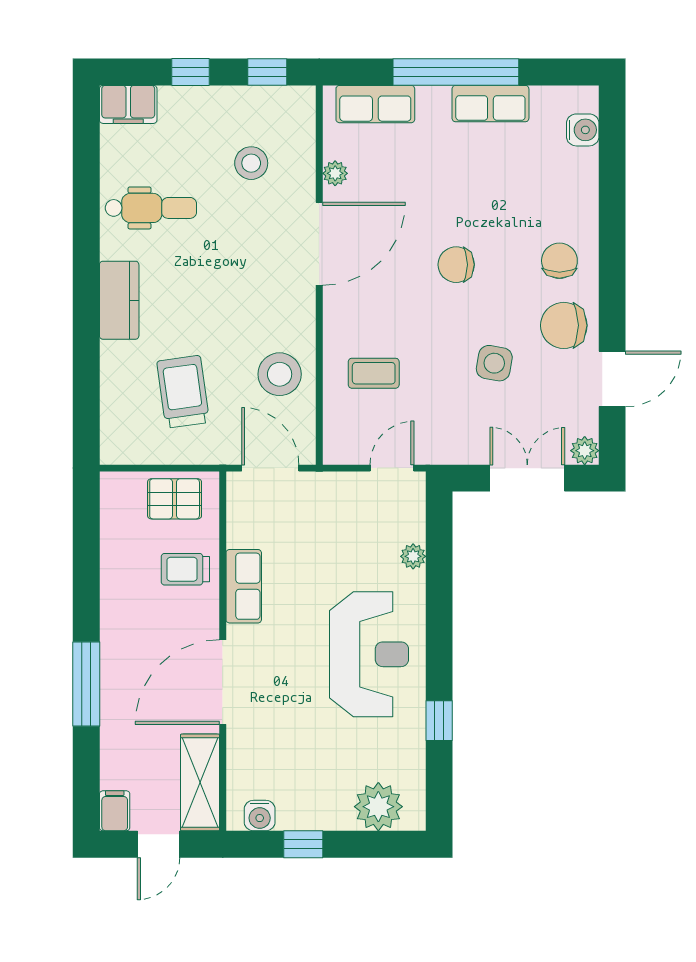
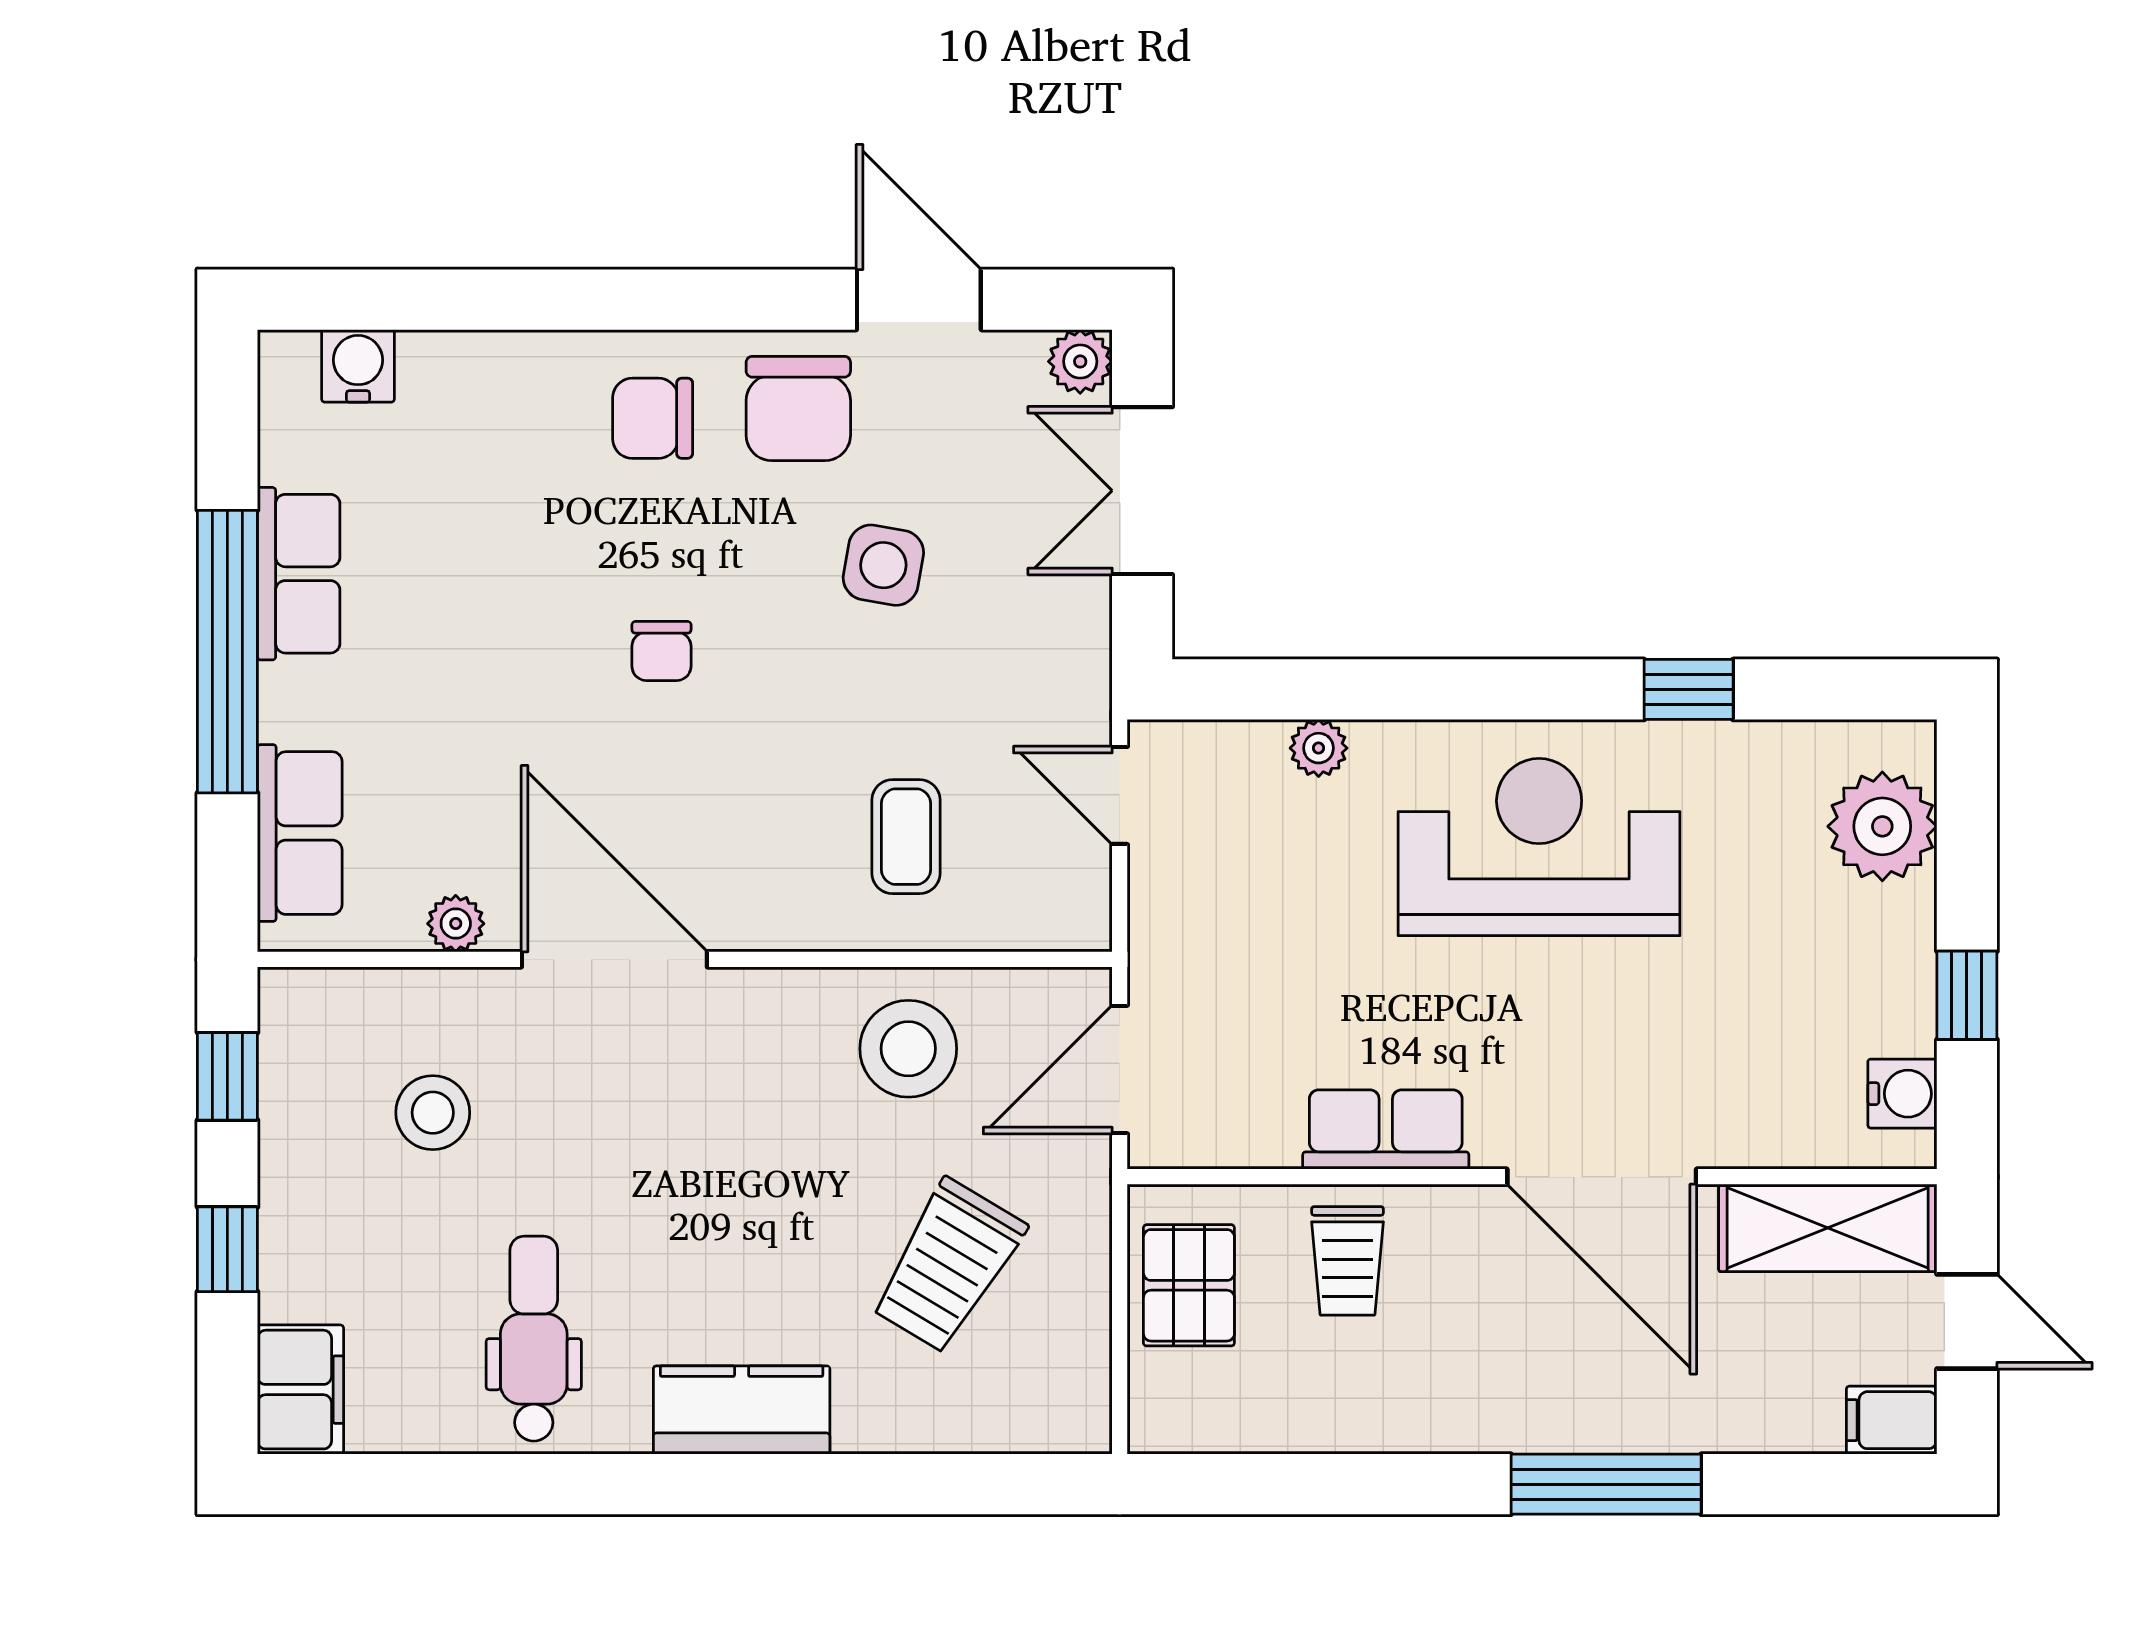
chair: (456, 265) -> (661, 651), width x0.73, depth x0.73
trolley: (183, 392) -> (948, 1266), turned -51

